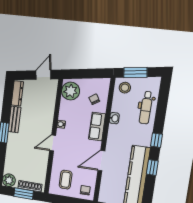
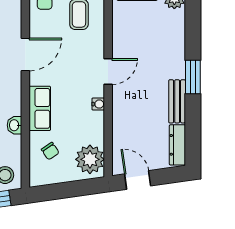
door: (43, 75) -> (138, 180), swing flipped

